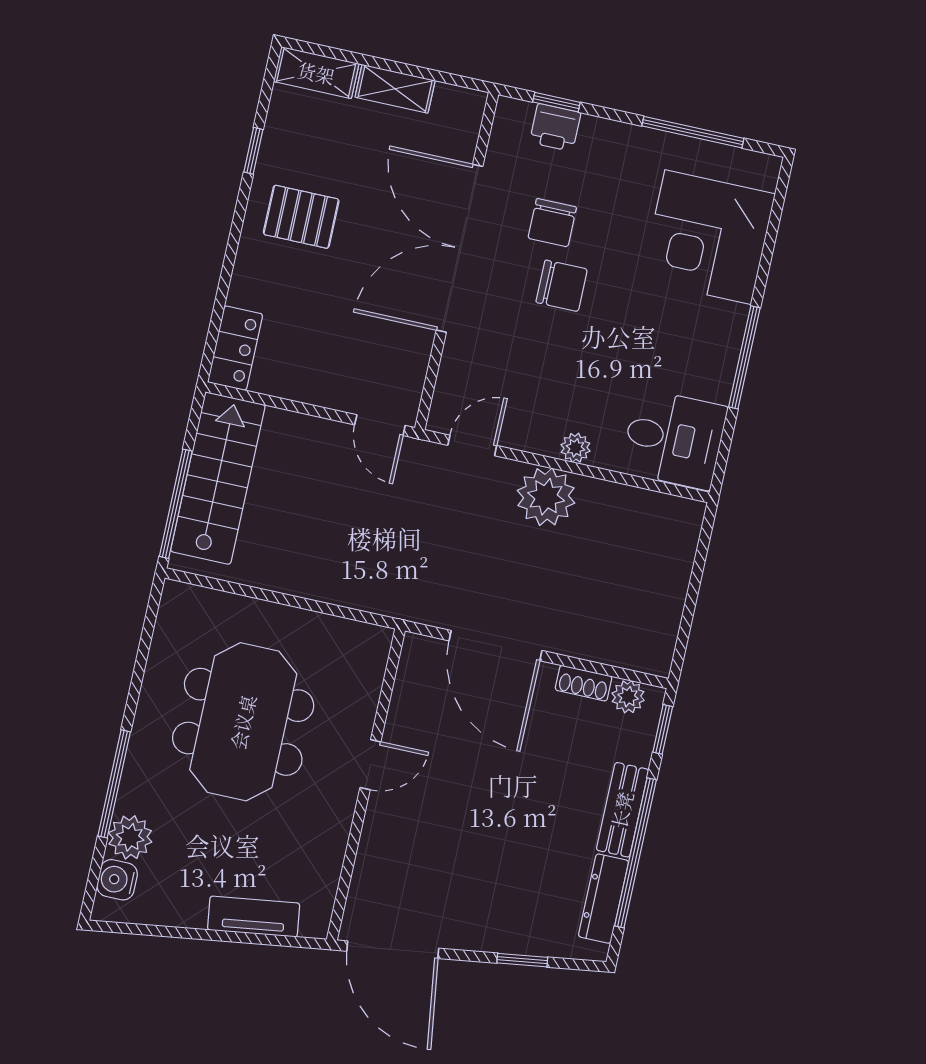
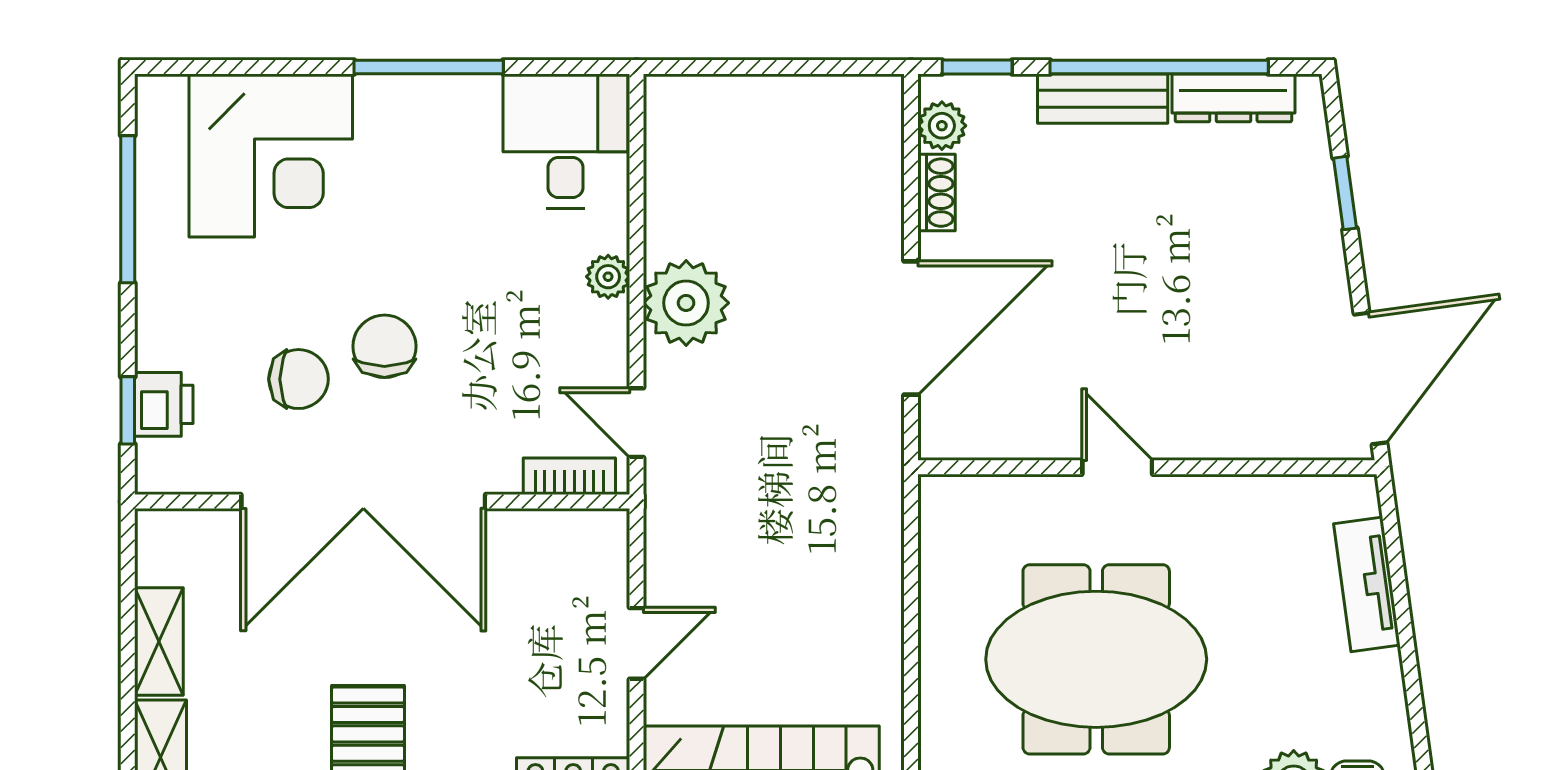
bookcase: (446, 392) -> (569, 476), added
door: (380, 425) -> (637, 643), moved

